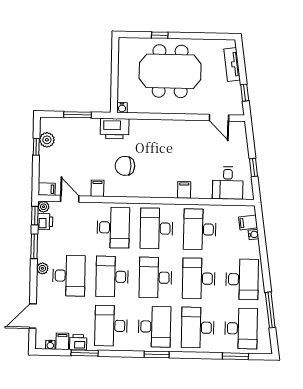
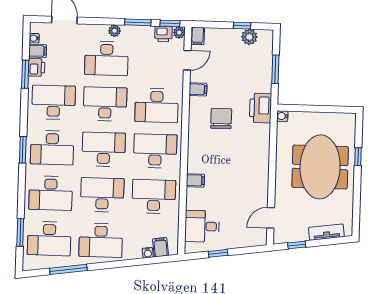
desk: (198, 328) -> (51, 193), turned 180

